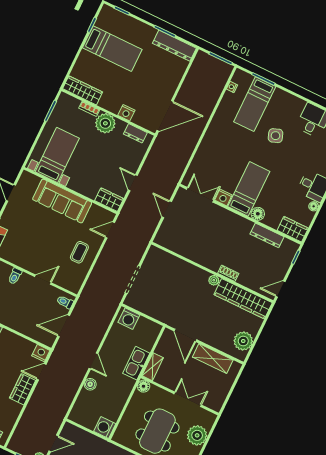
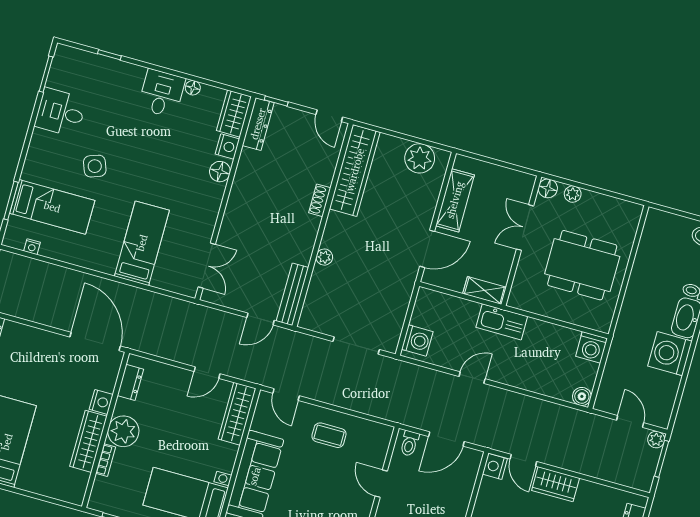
wardrobe: (83, 90) -> (88, 441), moved
bed: (249, 189) -> (142, 243), moved, turned 90
double door: (200, 195) -> (207, 266), swing flipped
nightstand: (223, 198) -> (227, 147), moved
wardrobe: (109, 200) -> (237, 414), width x1.50
door: (167, 209) -> (260, 319), moved
dresser: (267, 235) -> (258, 124), moved
bench: (172, 245) -> (292, 294), added
plant: (214, 280) -> (324, 257), moved
door: (64, 326) -> (446, 439), hinge flipped
door: (93, 361) -> (472, 378), moved
kitchen sink: (136, 363) -> (502, 322), moved
boiler: (90, 384) -> (582, 396), moved
floor lamp: (144, 386) -> (548, 188), moved
plant: (197, 435) -> (573, 194), width x0.53, depth x0.53

